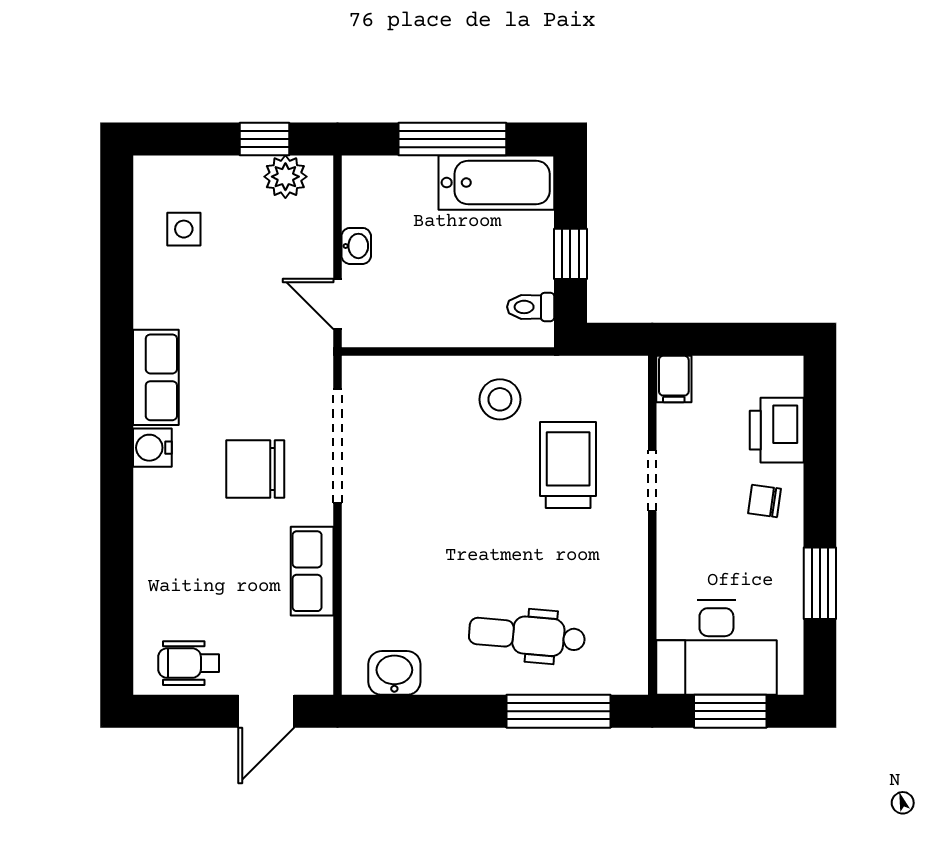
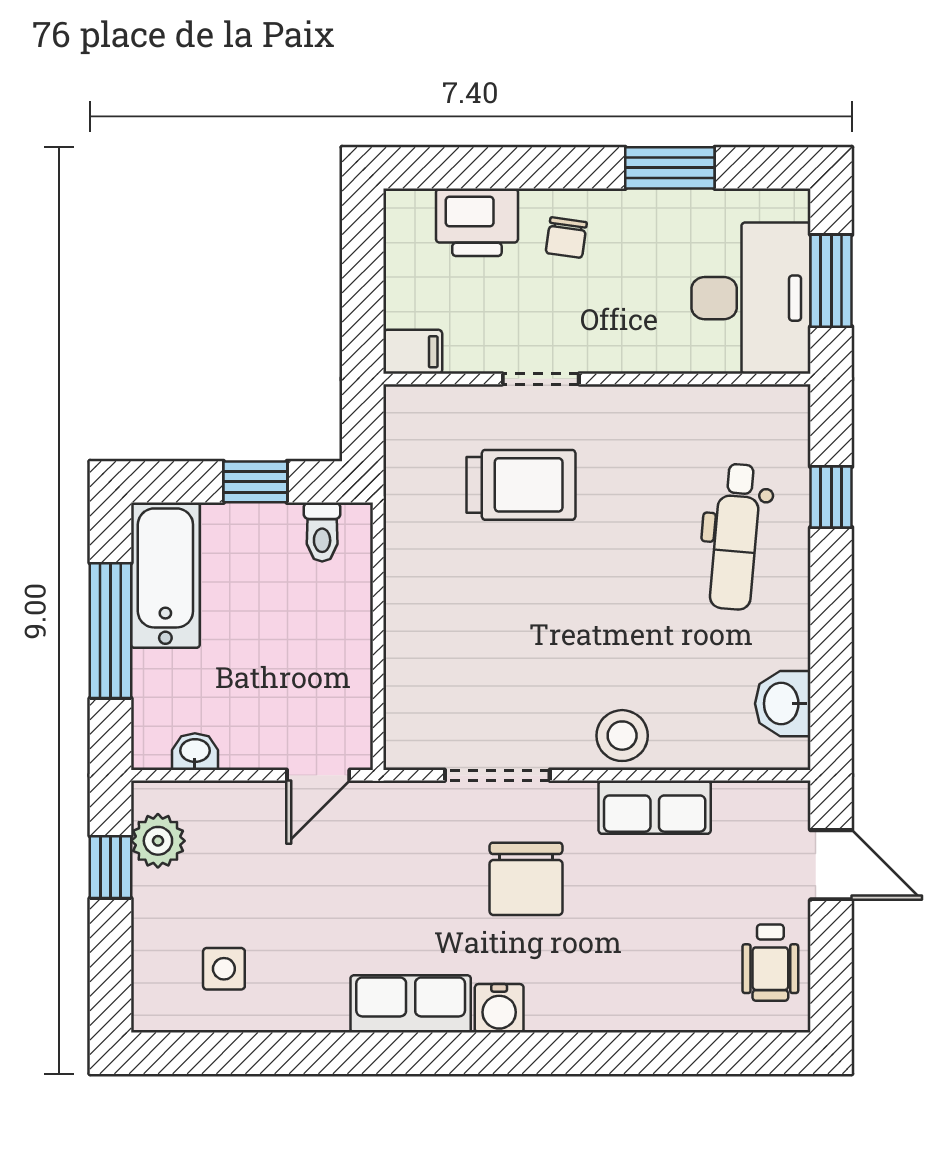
washbasin: (356, 246) -> (195, 752), moved
stool: (500, 399) -> (622, 736), moved
doorway: (337, 446) -> (497, 775), width x0.73
trolley: (568, 465) -> (521, 485), turned 180
window: (558, 711) -> (831, 497), width x0.46

